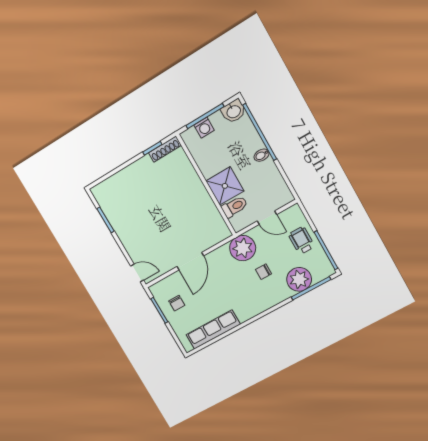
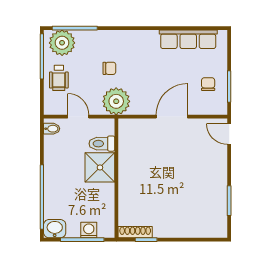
bidet: (262, 155) -> (52, 129), moved
plant: (299, 279) -> (62, 43), moved

